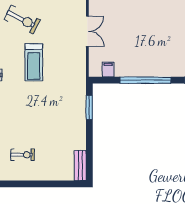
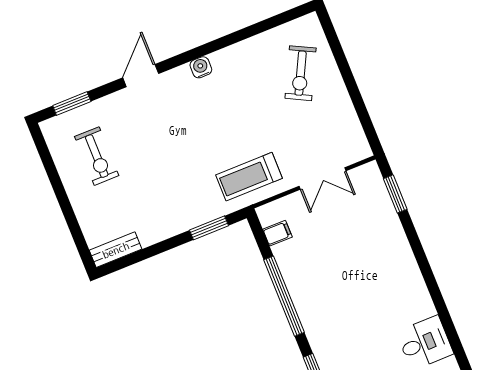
treadmill: (34, 62) -> (249, 177), moved
exercise bike: (23, 155) -> (97, 156), width x1.38, depth x1.39

